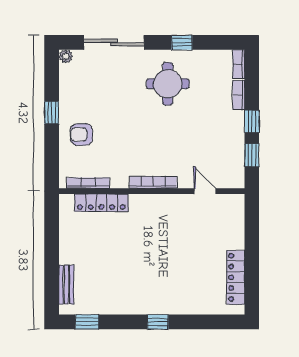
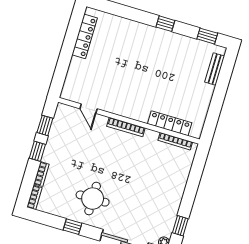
window: (52, 113) -> (180, 226), moved
armchair: (81, 135) -> (170, 179), removed
window: (158, 322) -> (165, 24), moved

